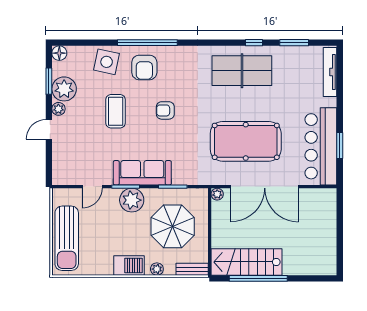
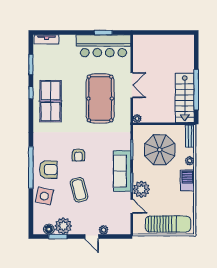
floor lamp: (59, 53) -> (49, 229), moved
tv unit: (330, 72) -> (46, 39), width x0.71
plant: (58, 109) -> (104, 230), moved
coffee table: (116, 111) -> (79, 190), turned 75
double door: (265, 187) -> (132, 85), width x0.54
plant: (132, 200) -> (141, 189), moved

